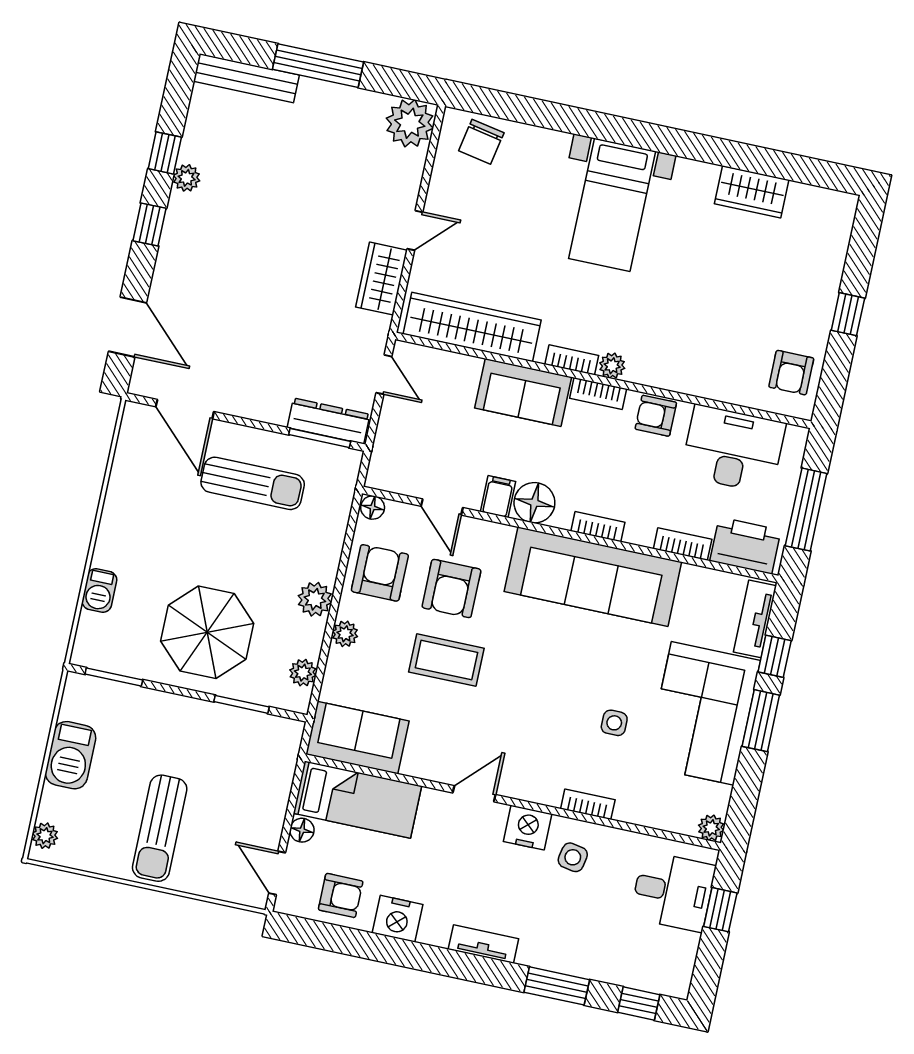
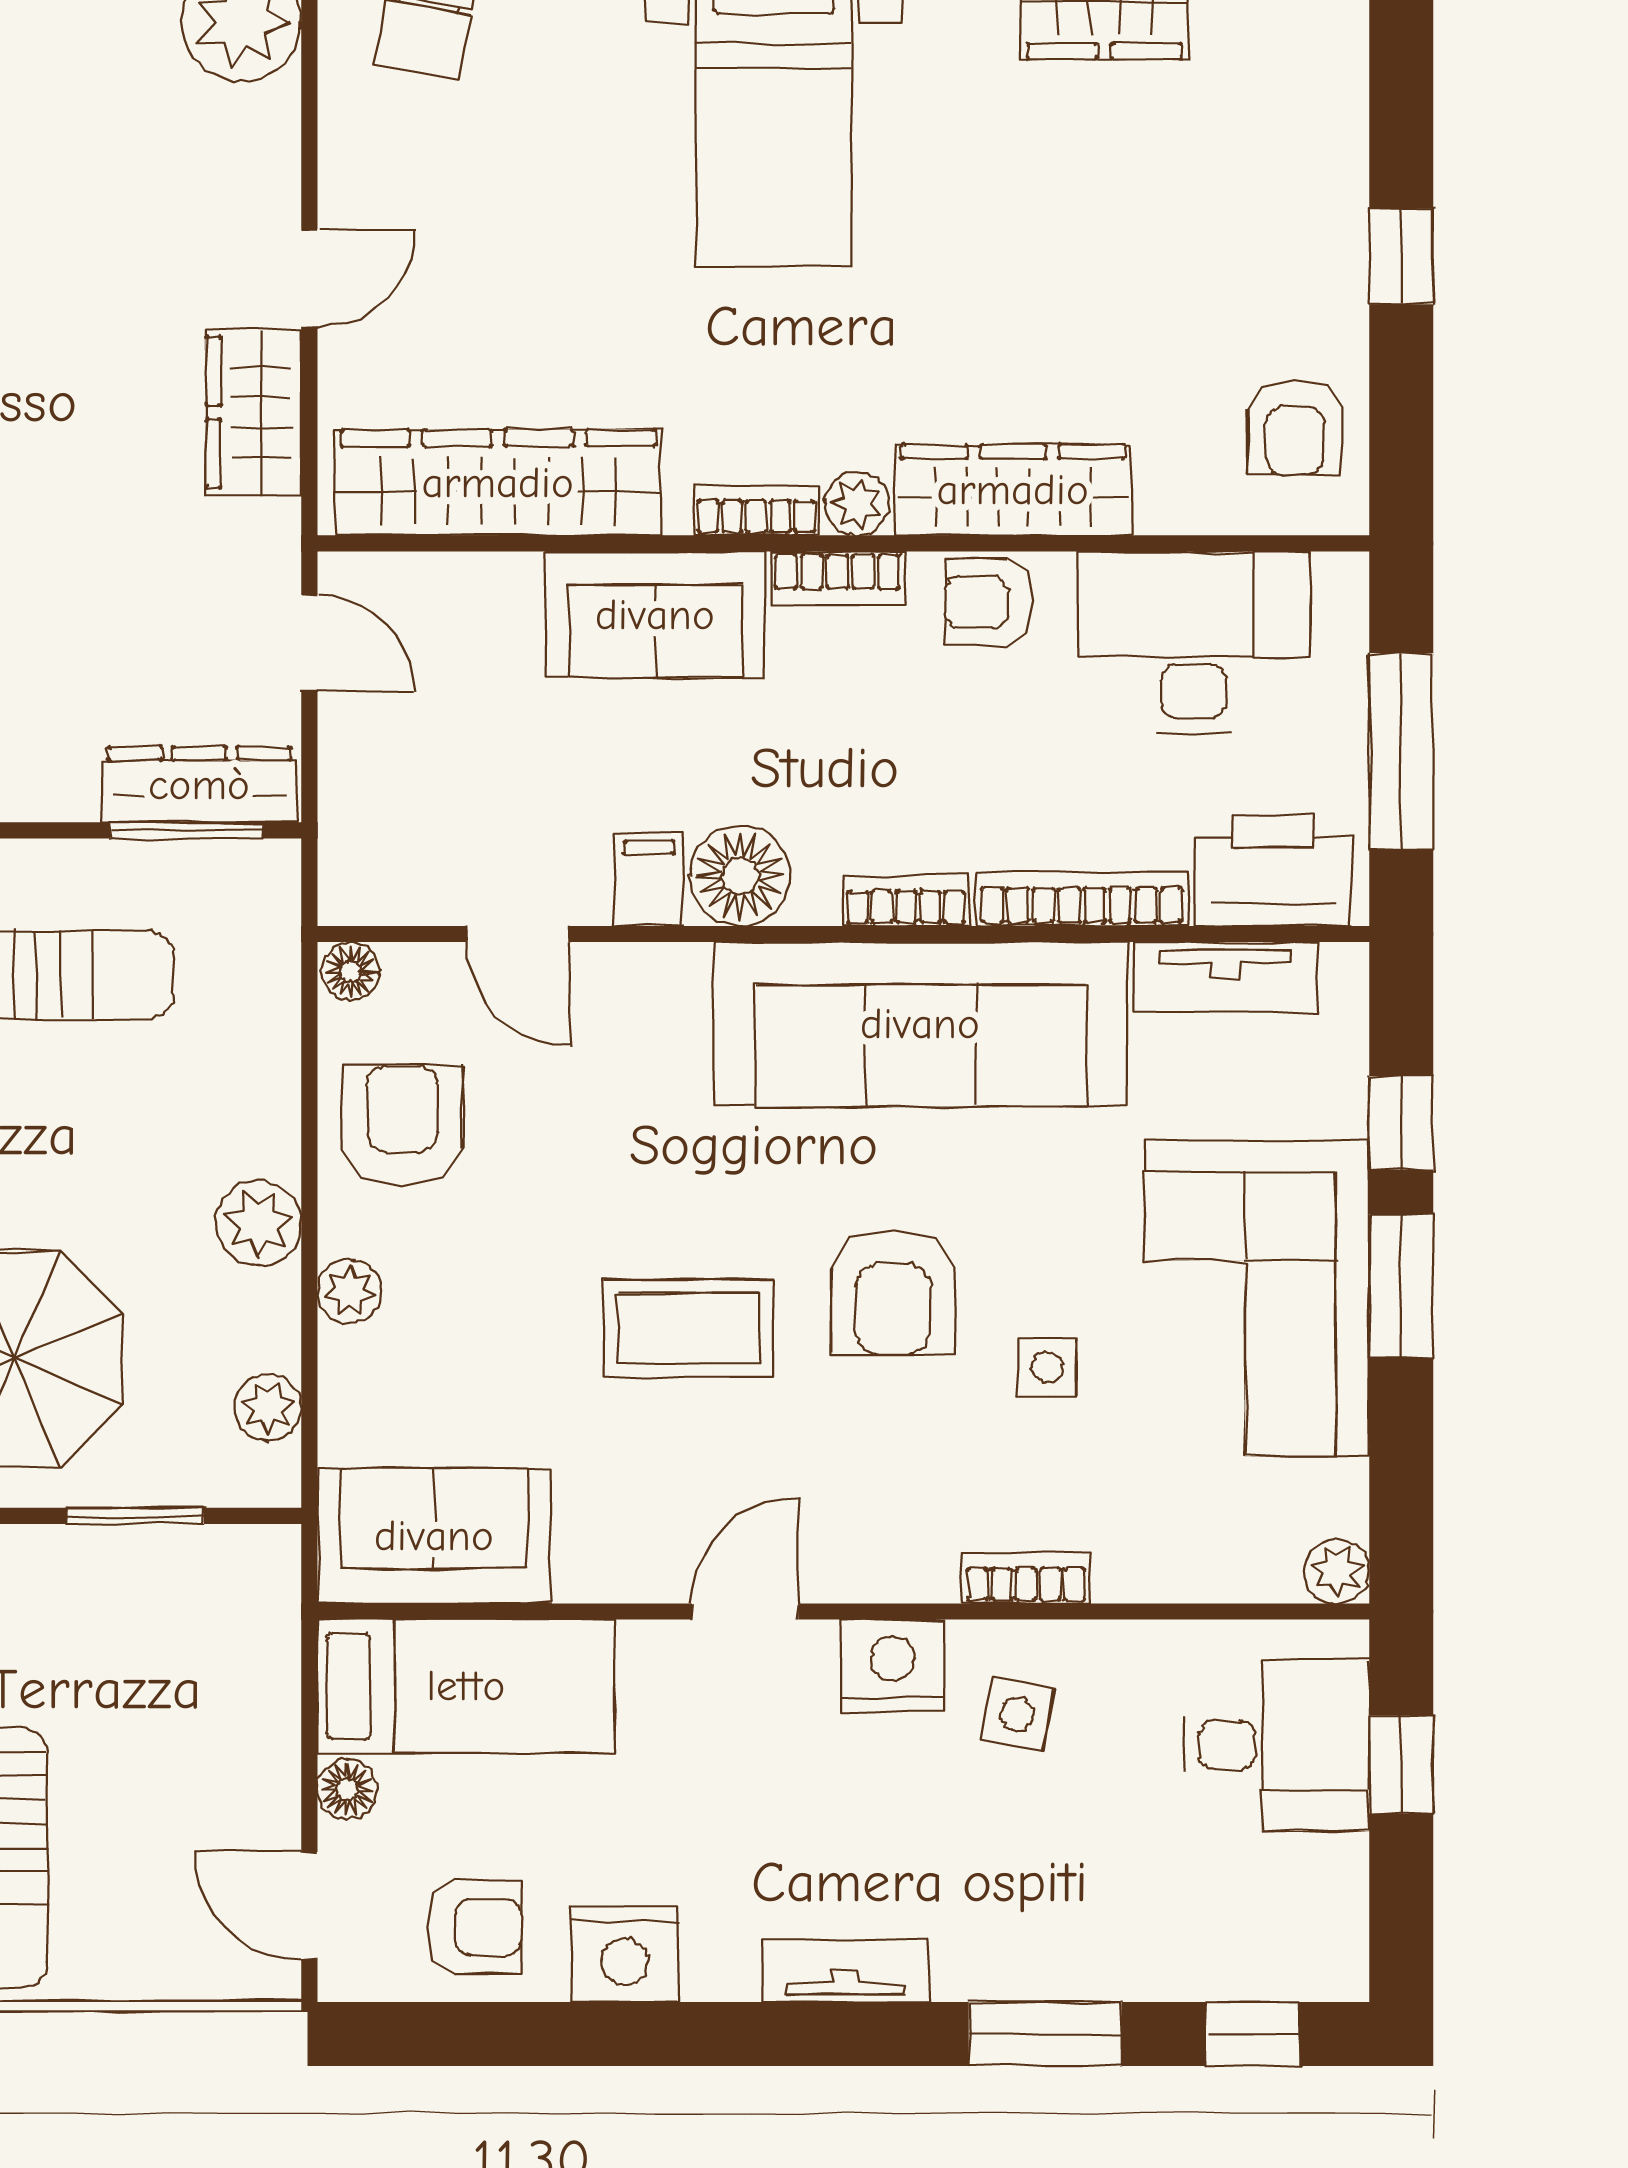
wardrobe: (675, 374) -> (1013, 490), added
bookcase: (683, 544) -> (1082, 899), width x1.56
armchair: (451, 588) -> (893, 1292), moved
tv unit: (755, 619) -> (1225, 977), moved, turned -90
coffee table: (446, 660) -> (688, 1328), moved

